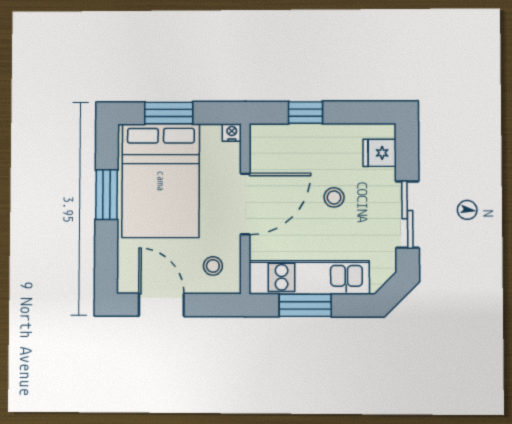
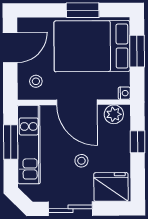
plant: (264, 148) -> (114, 114), added
fridge: (380, 153) -> (111, 187), width x1.88, depth x1.34

